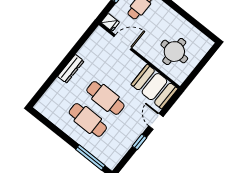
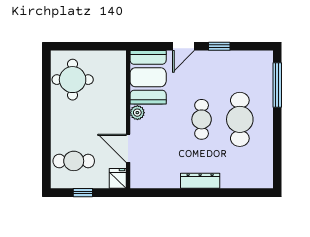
round table: (174, 52) -> (73, 80), moved
plant: (139, 64) -> (137, 113), added
cafe table: (105, 98) -> (202, 119), width x0.73, depth x0.74

